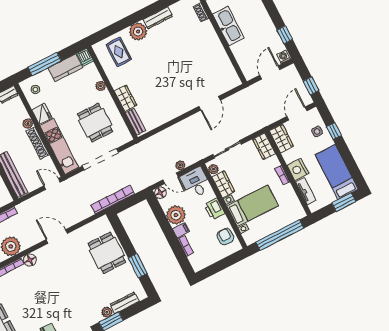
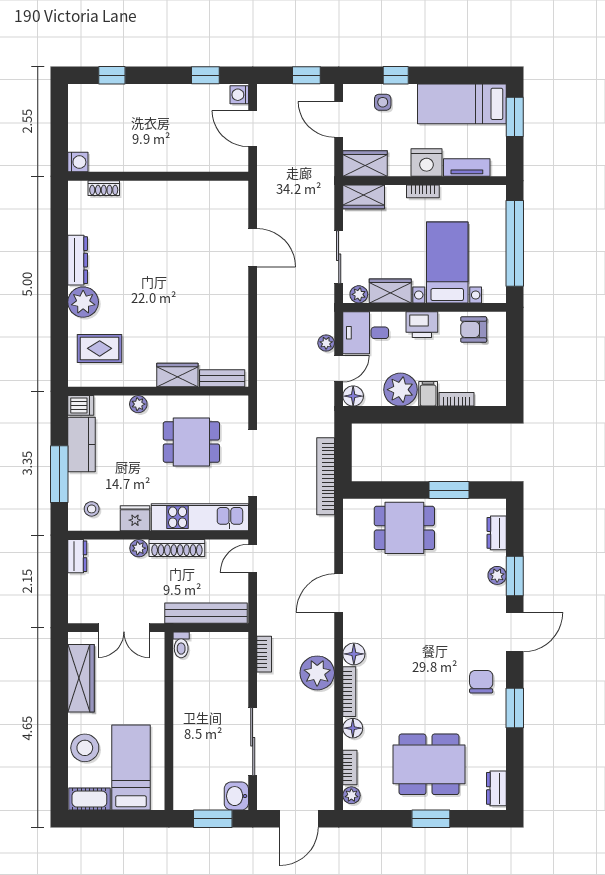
kitchen sink: (228, 26) -> (147, 157), removed
dresser: (125, 303) -> (497, 533), width x0.70

